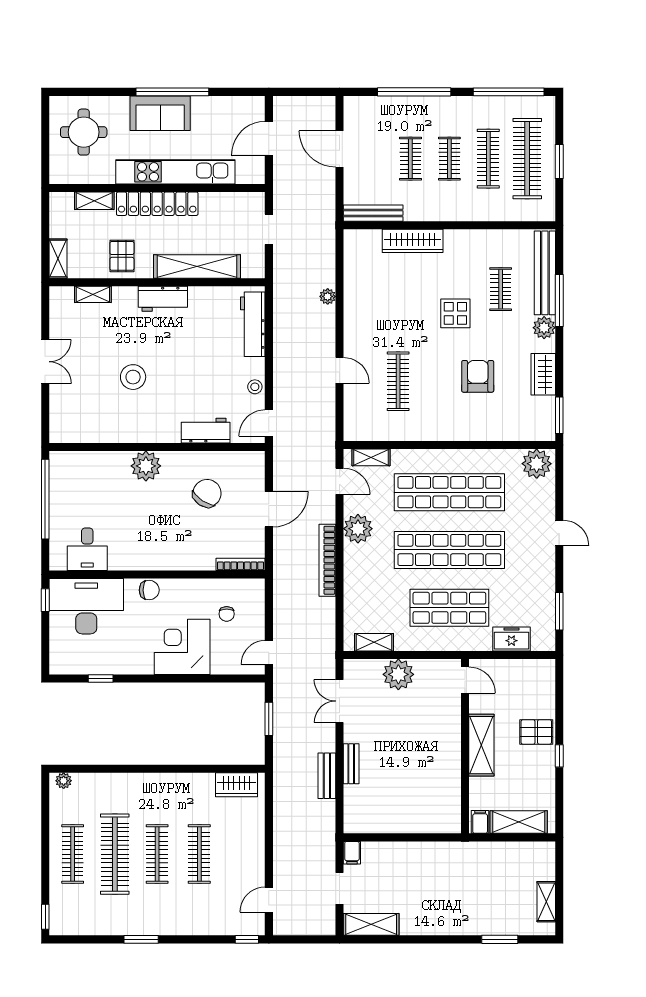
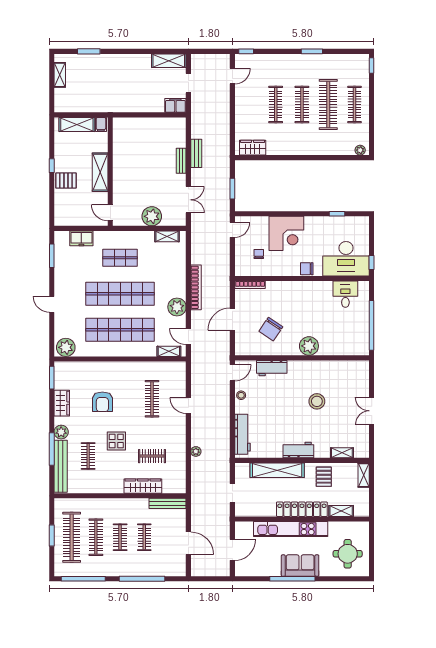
clothes rail: (398, 289) -> (152, 456), added
shop shelf: (449, 608) -> (120, 258), width x0.70, depth x0.74
filing cabinet: (352, 853) -> (175, 105), width x2.00

